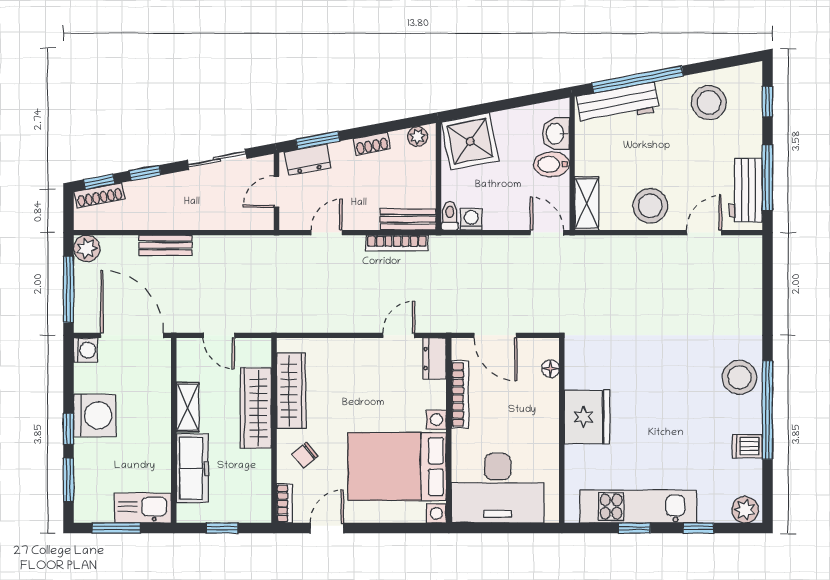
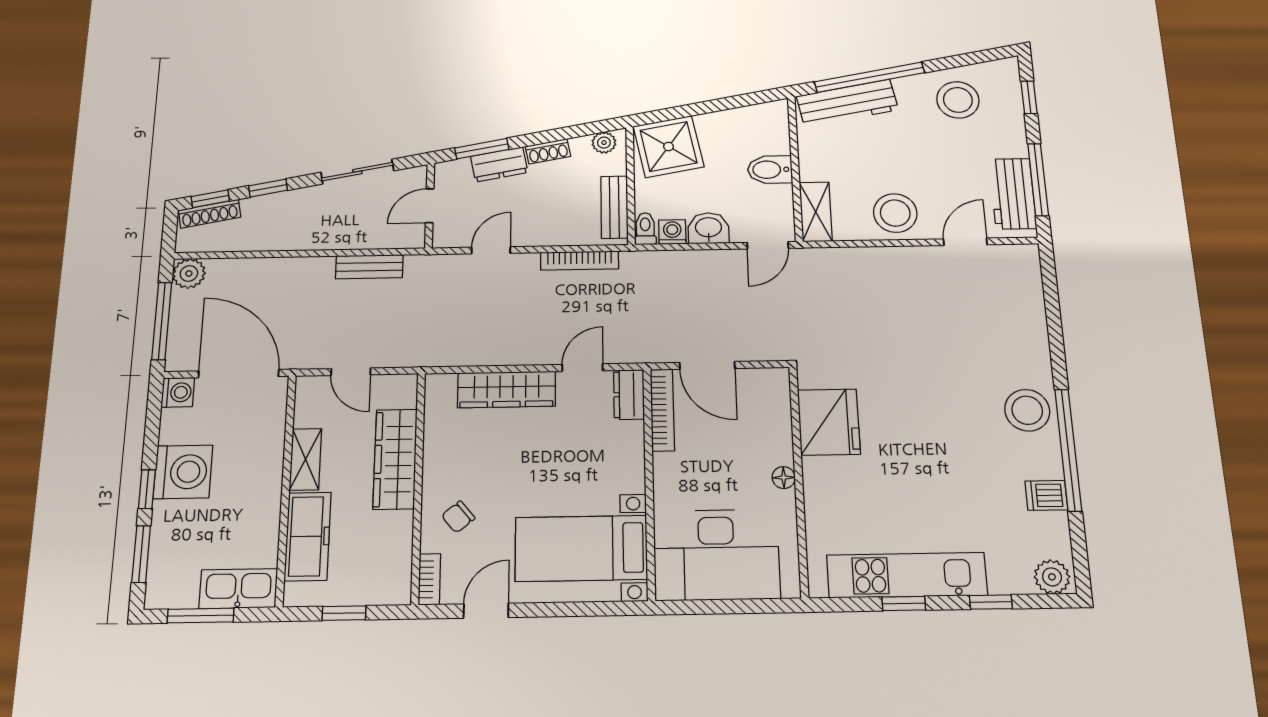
washbasin: (556, 134) -> (708, 228), moved, turned 90
dresser: (308, 160) -> (499, 164), moved
bench: (408, 219) -> (614, 207), moved, turned 90
door: (547, 233) -> (768, 245), swing flipped
bench: (166, 245) -> (369, 267), moved
floor lamp: (550, 369) -> (784, 478), moved
wardrobe: (291, 391) -> (506, 389), moved, turned 90
bookcase: (460, 394) -> (662, 410), moved
fridge: (587, 417) -> (829, 422), moved
bed with nightstands: (397, 467) -> (581, 548), width x0.73

